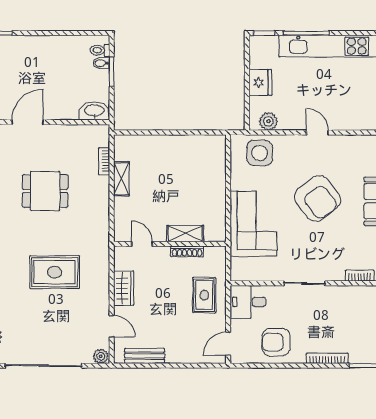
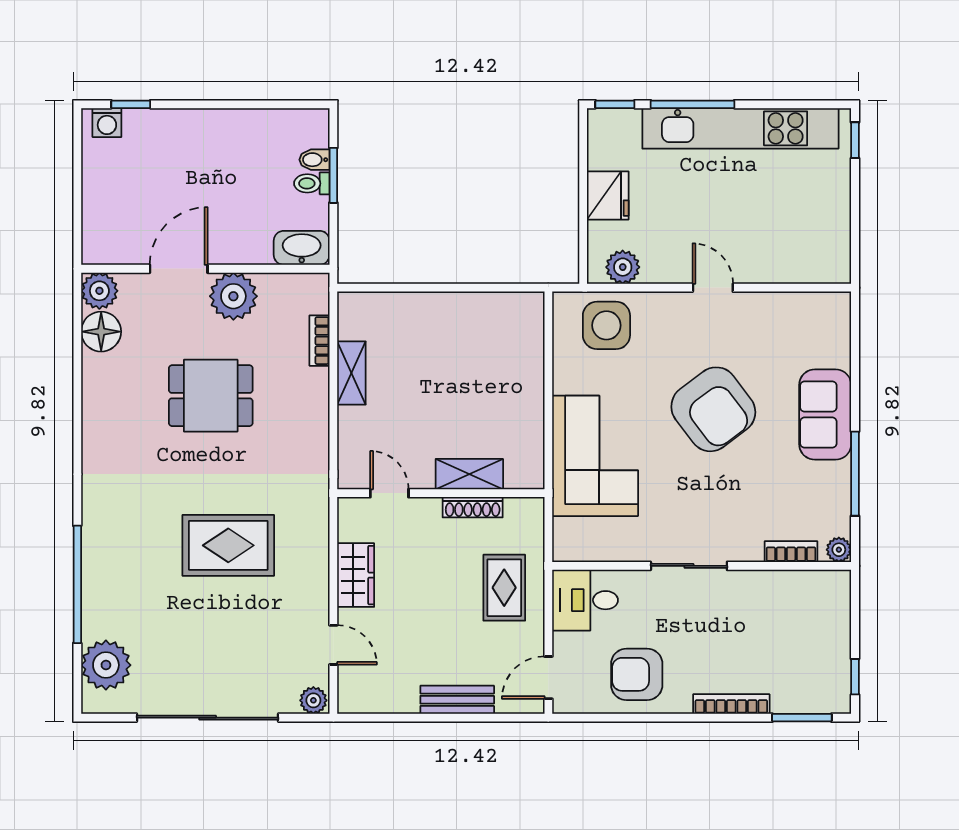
toilet: (100, 50) -> (312, 183), moved
plant: (57, 137) -> (233, 296), added
bench: (145, 356) -> (457, 700), moved

